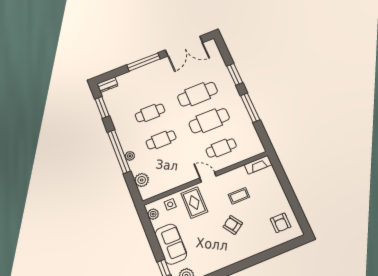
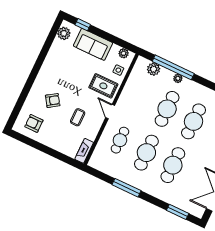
window: (235, 74) -> (178, 212), moved
cafe table: (150, 113) -> (194, 121), width x1.37, depth x1.35
cafe table: (161, 140) -> (167, 109), width x1.37, depth x1.35
window: (119, 152) -> (173, 67), moved
door: (208, 177) -> (110, 112), swing flipped
armchair: (233, 225) -> (53, 100), moved

